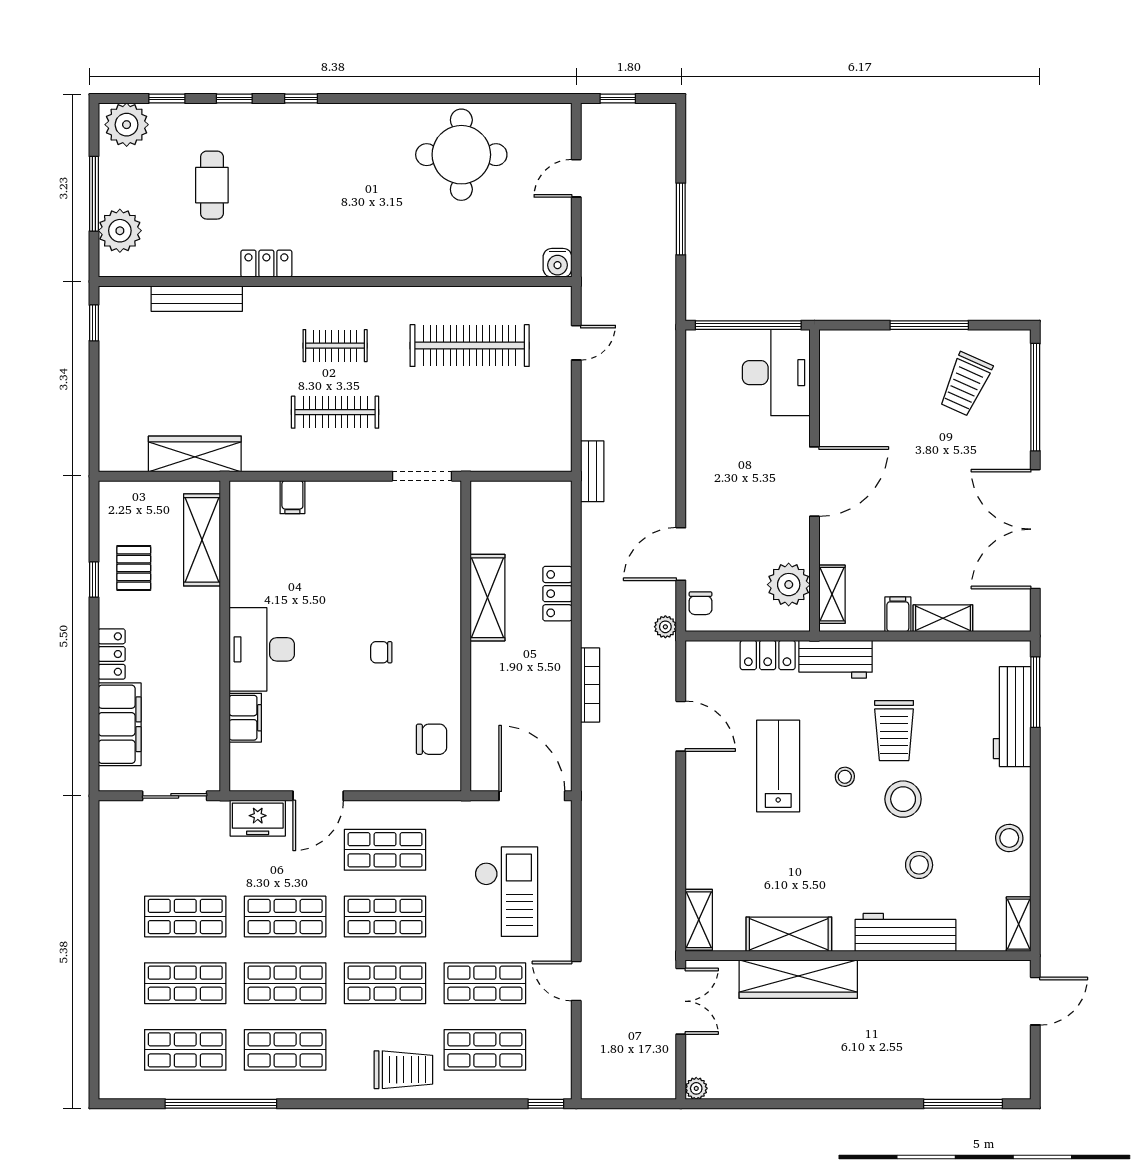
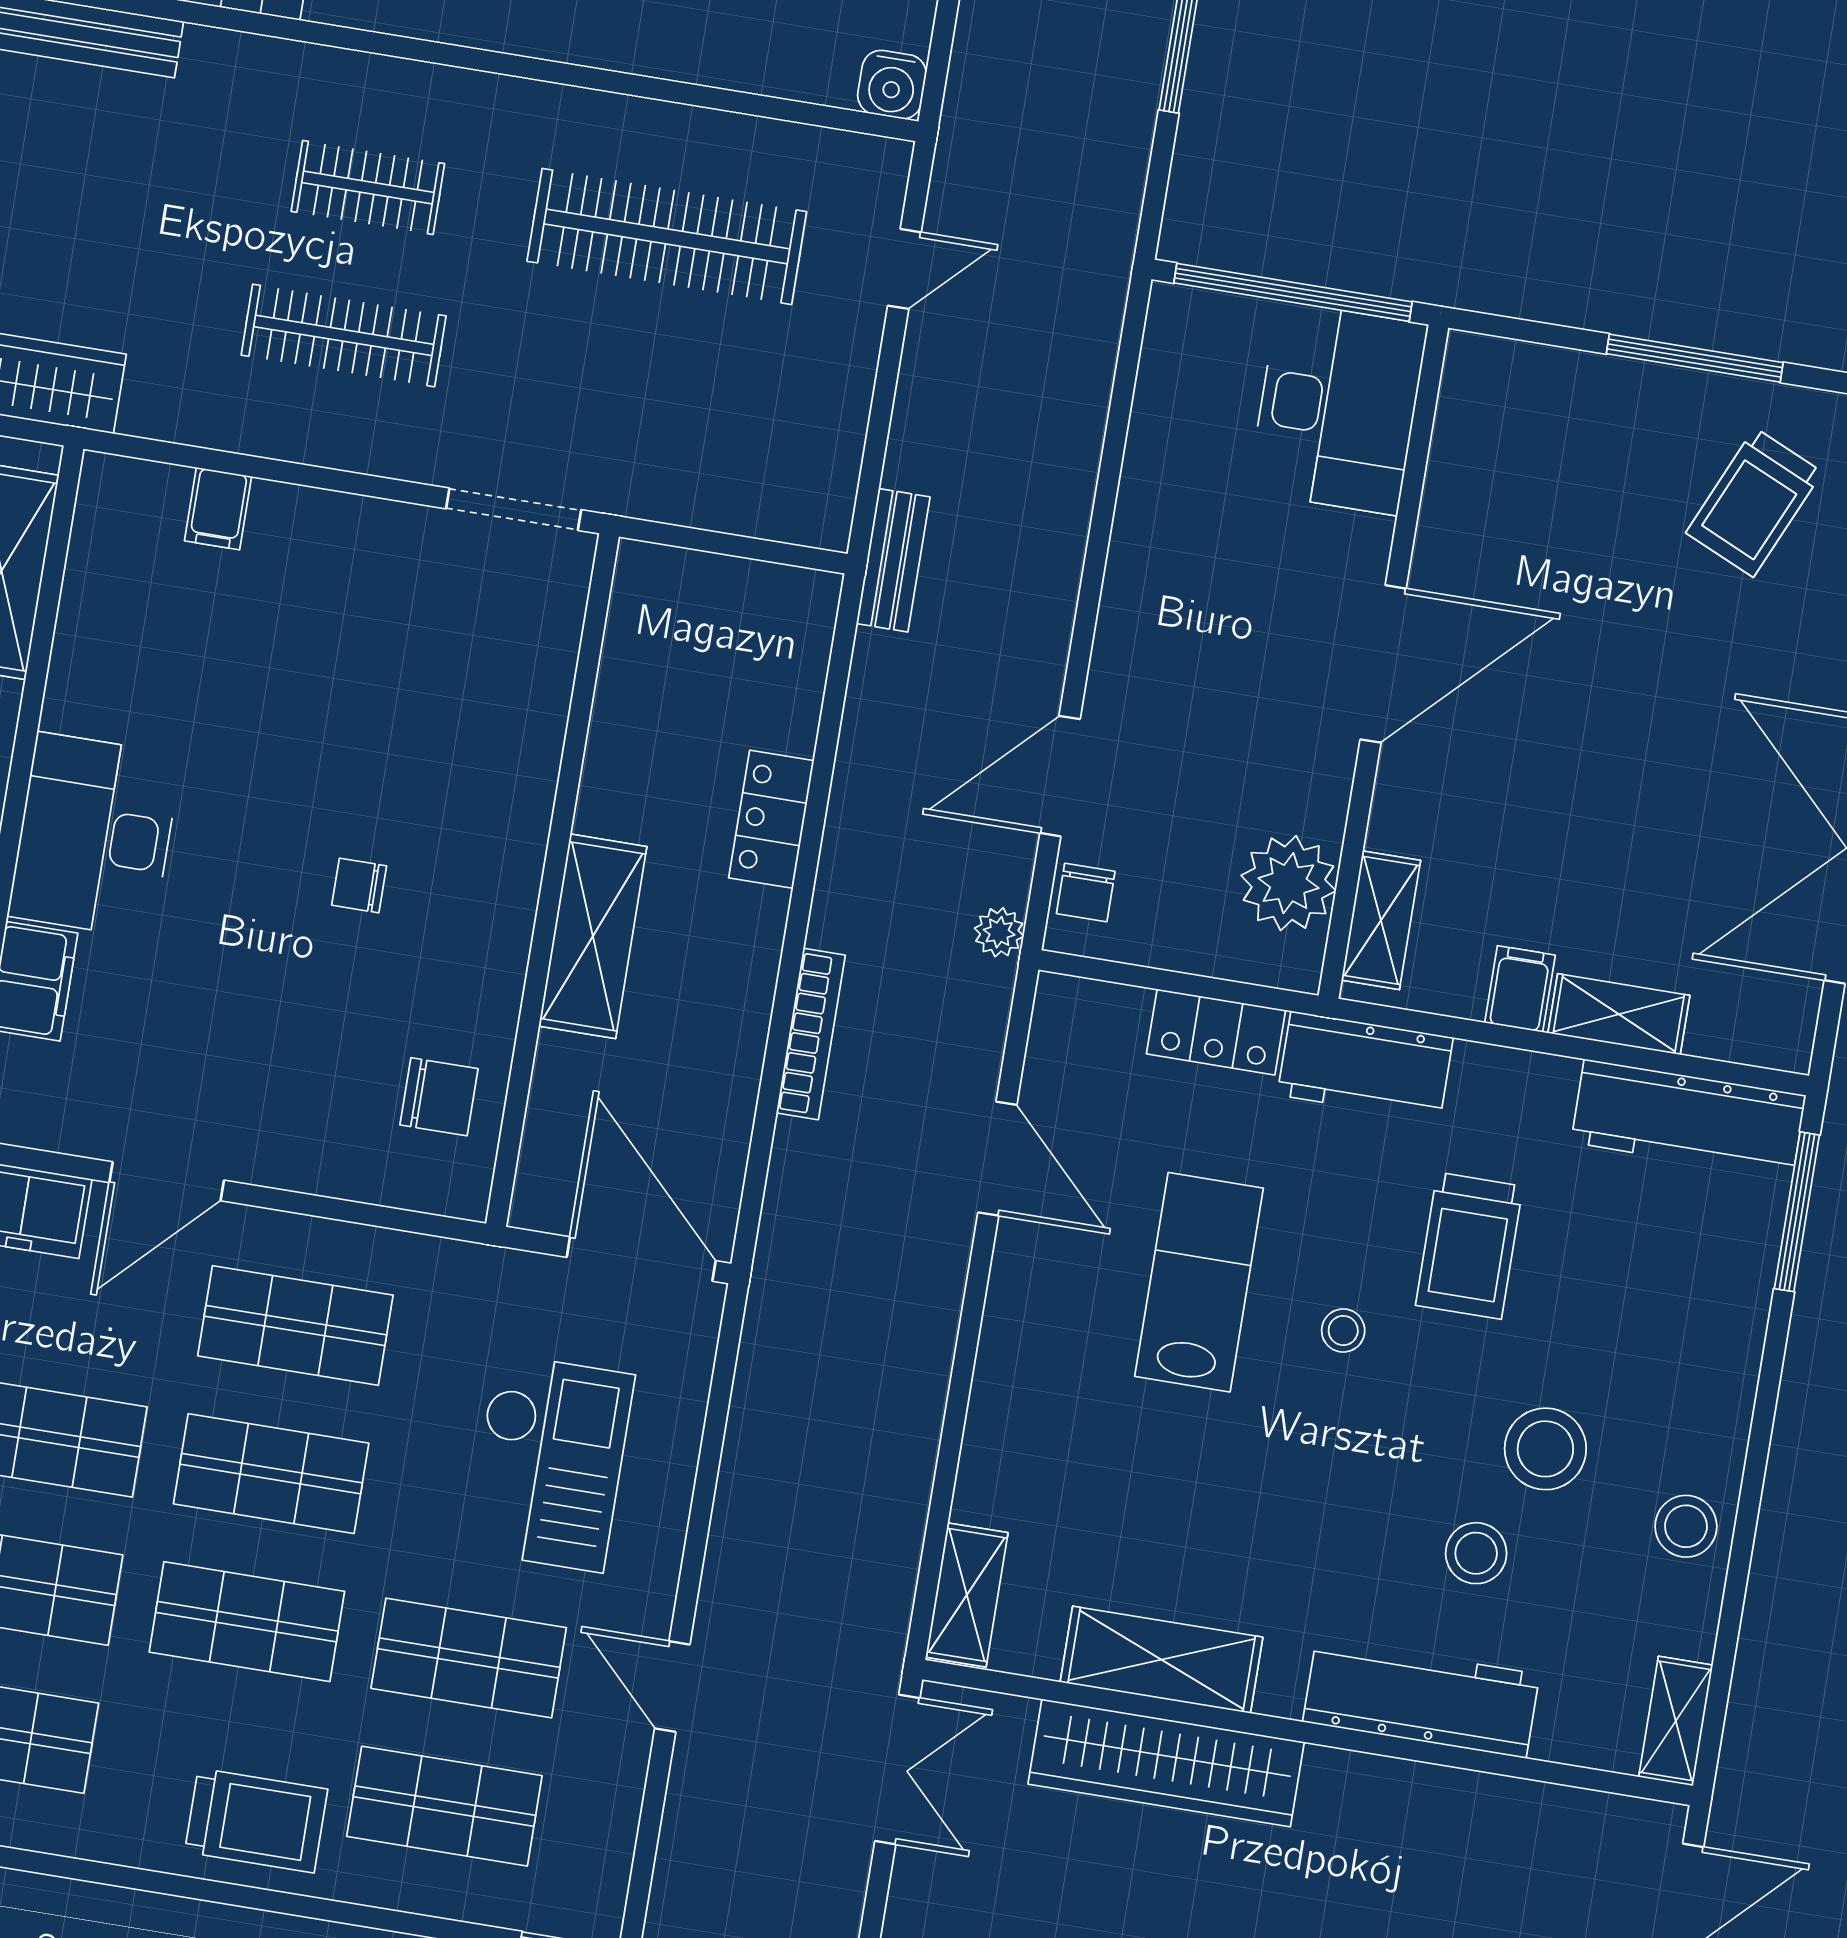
shelving: (487, 598) -> (593, 936), moved
workbench: (1012, 717) -> (1688, 1119), moved, turned -90
stool: (903, 799) -> (1545, 1449), moved

